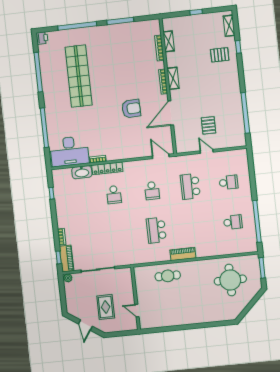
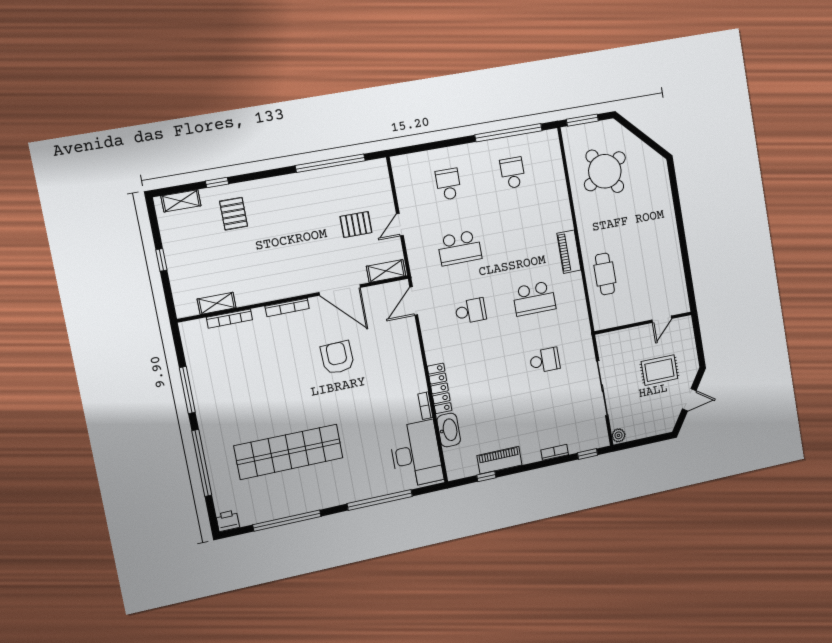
shelving: (173, 78) -> (386, 271), moved
school desk: (114, 195) -> (545, 360), moved
piano: (67, 258) -> (499, 460), moved
round table: (230, 280) -> (605, 171), turned -32

